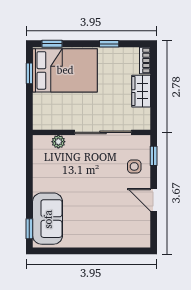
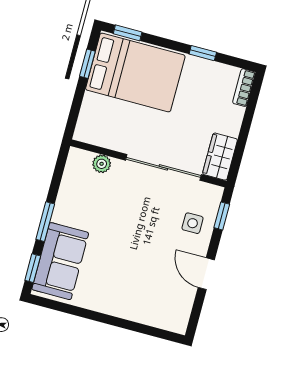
wardrobe: (141, 91) -> (220, 157), moved
window: (29, 193) -> (45, 222), added

